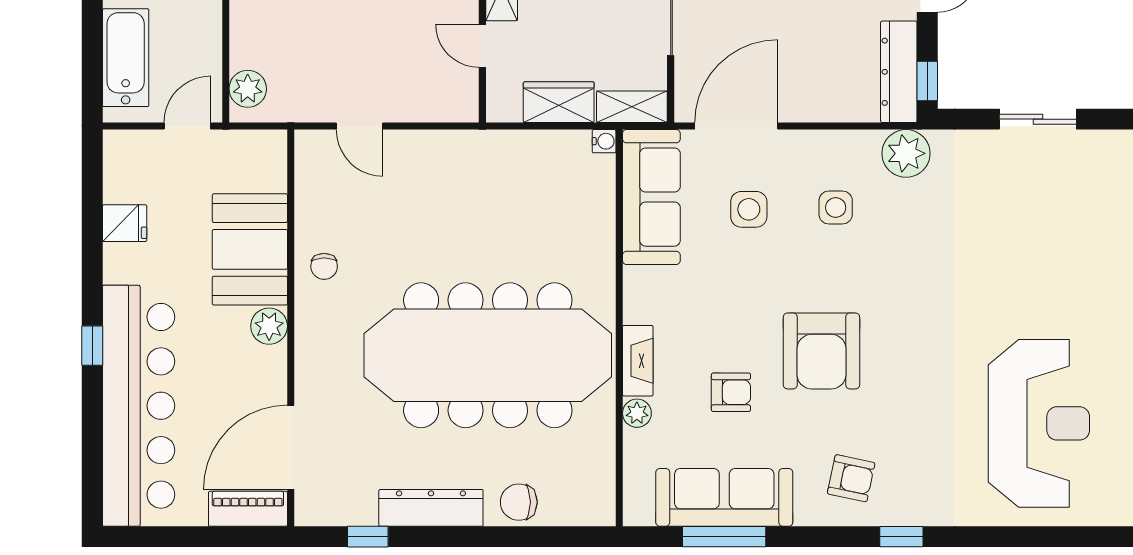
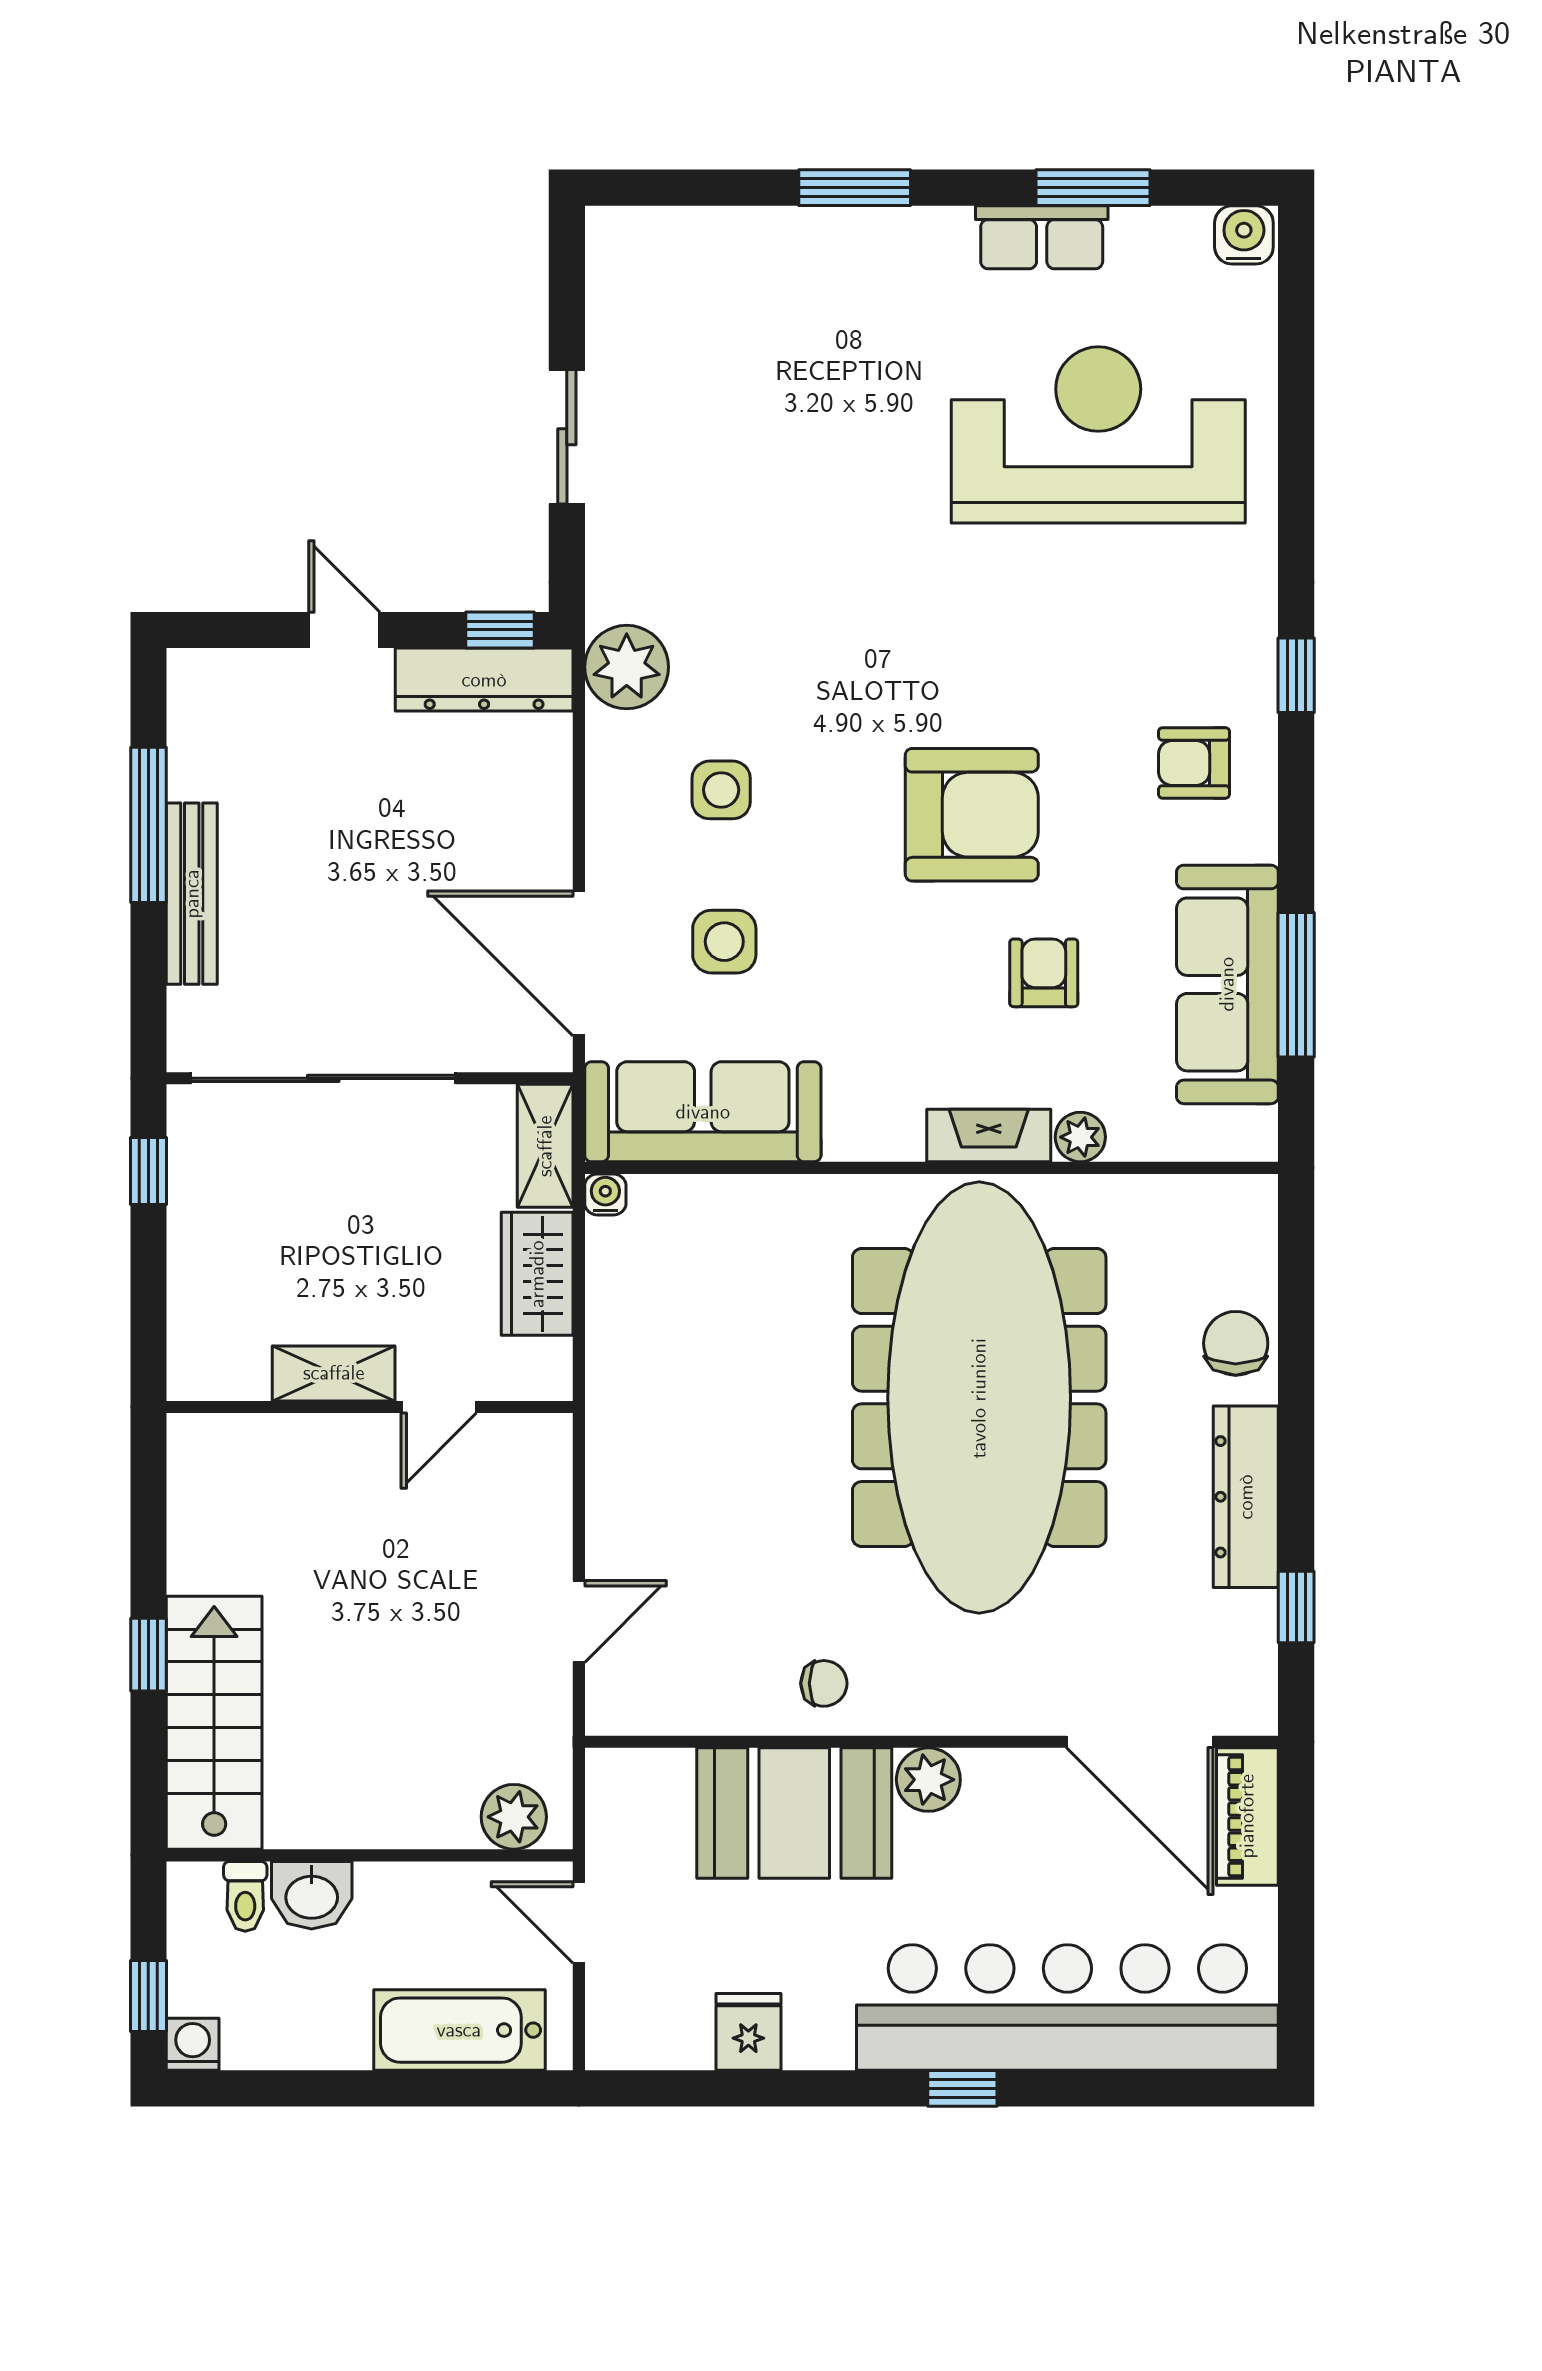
armchair: (851, 478) -> (1194, 763), turned -102
chair: (519, 502) -> (1236, 1343), turned 180

